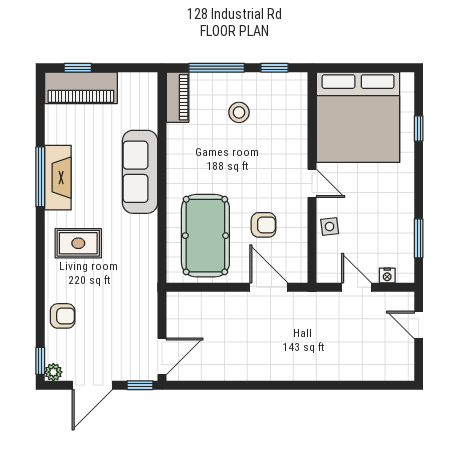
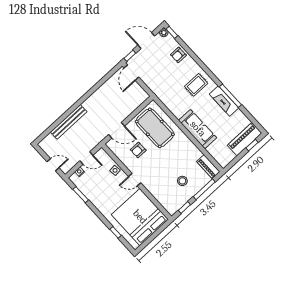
bench: (332, 370) -> (69, 122), added
door: (92, 385) -> (146, 41), hinge flipped

